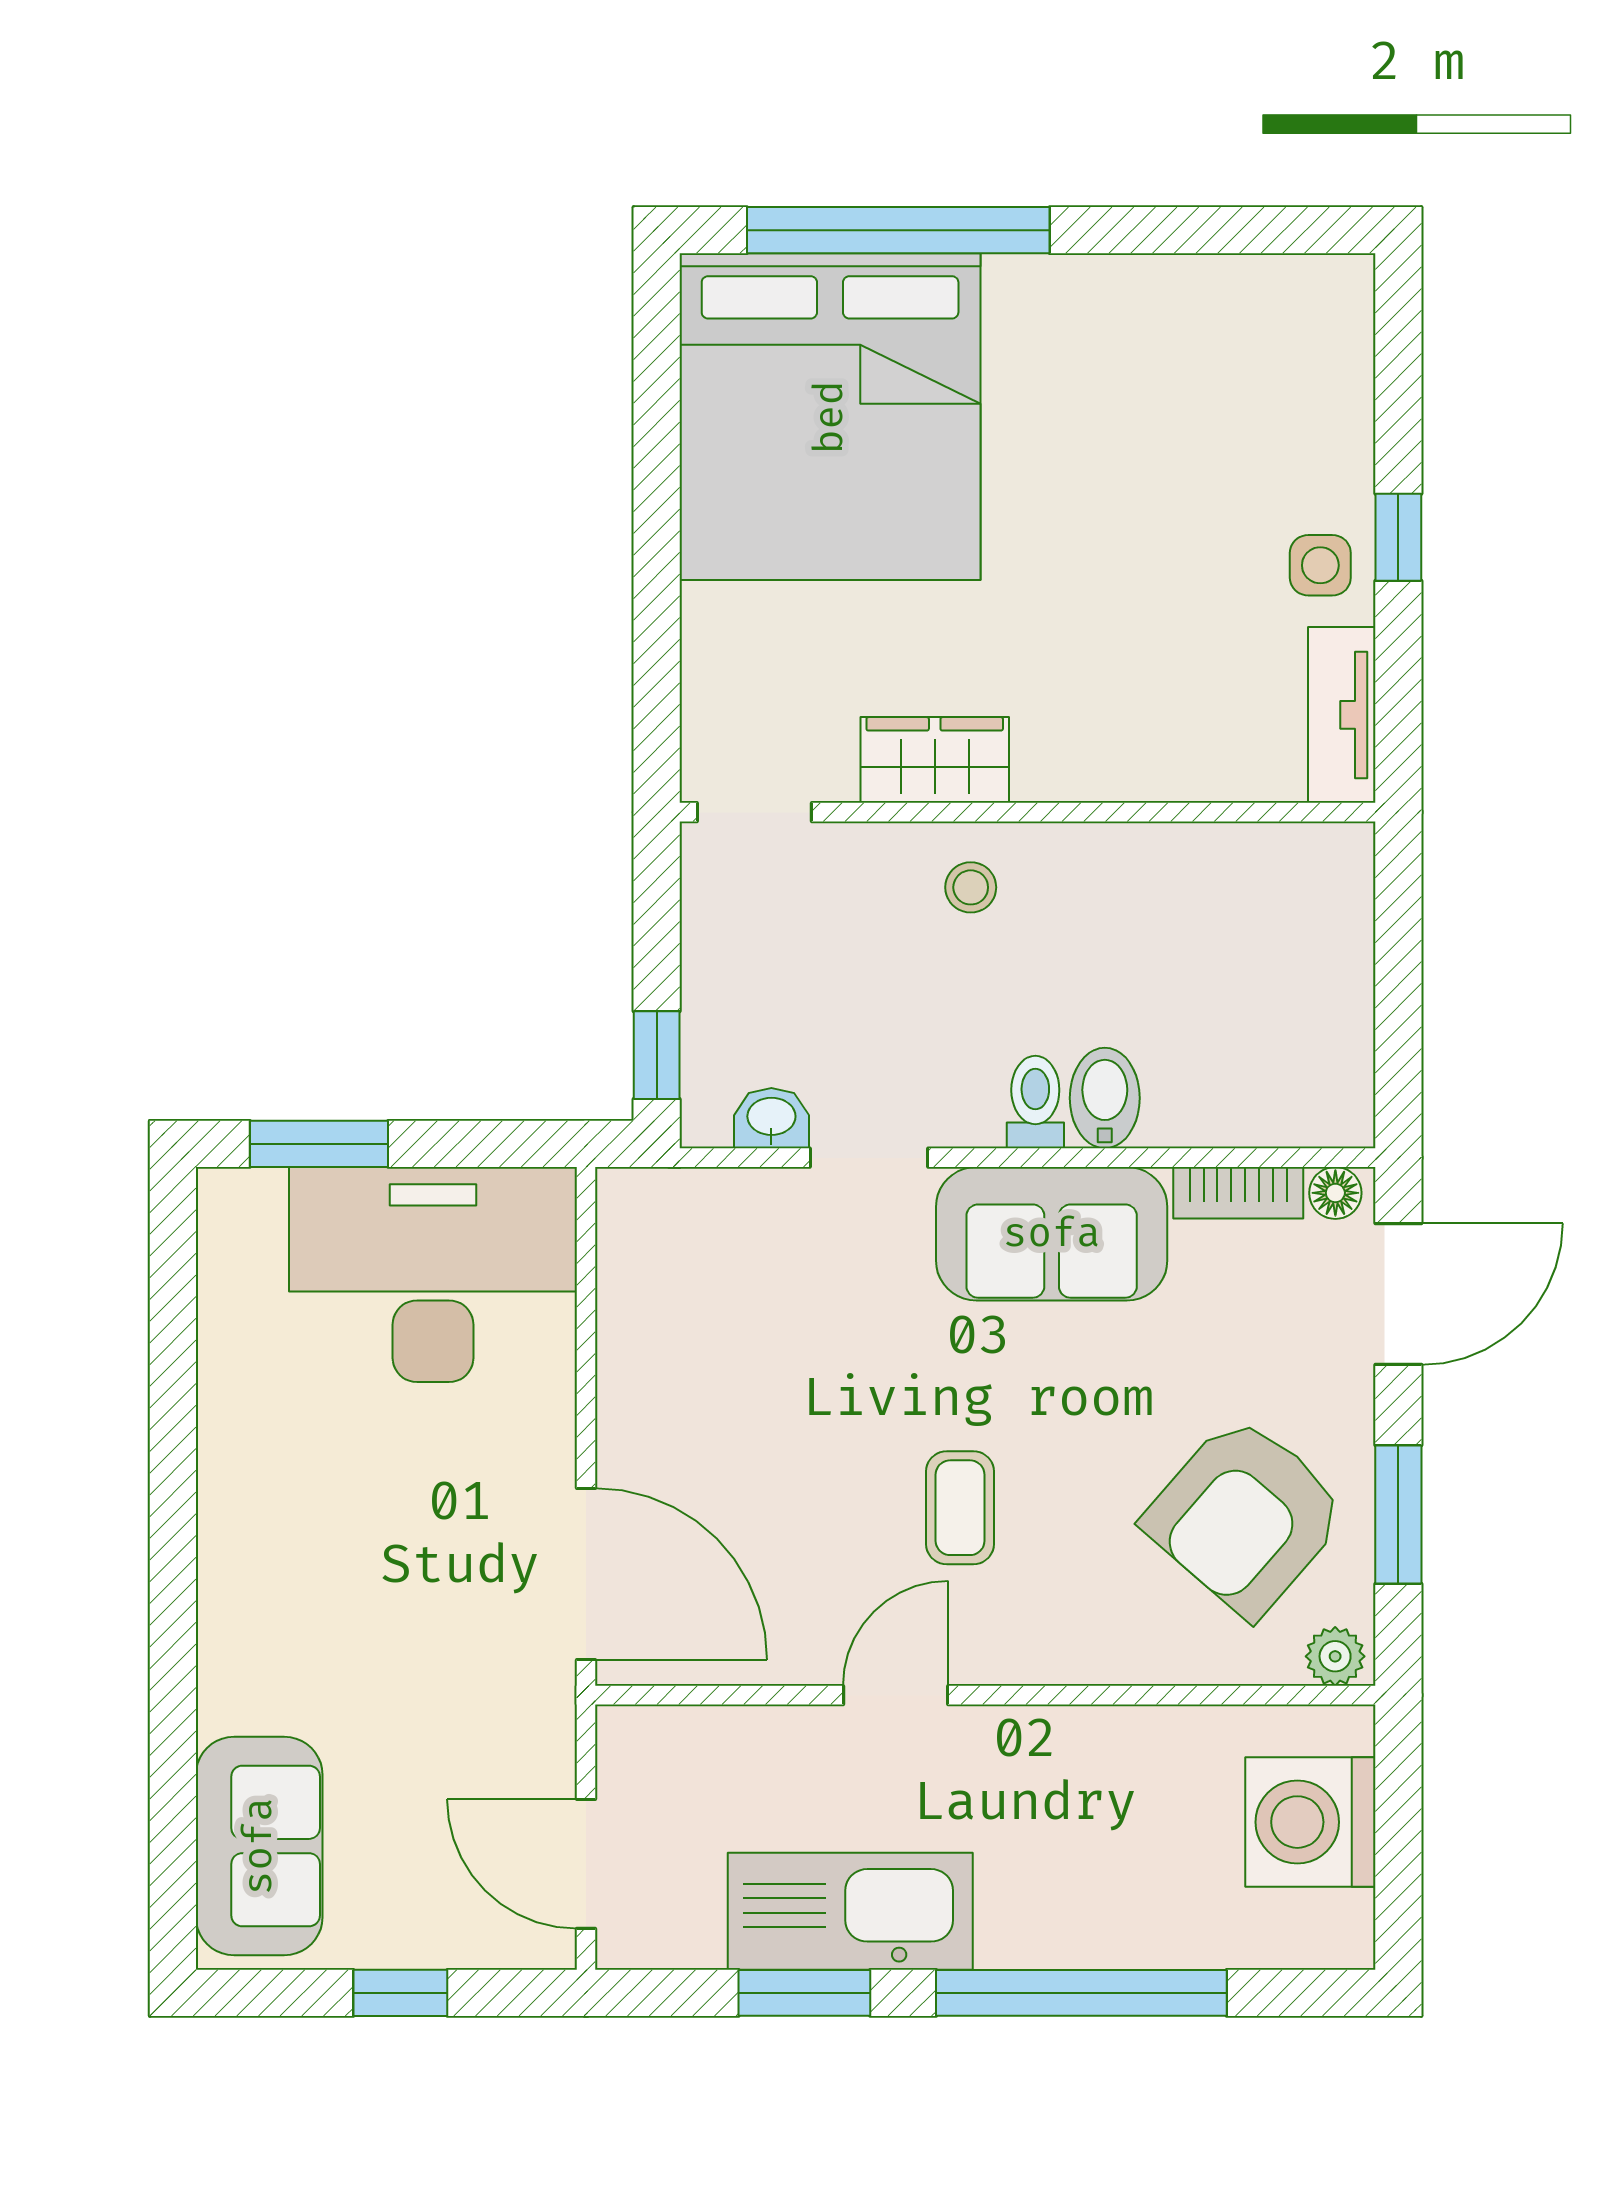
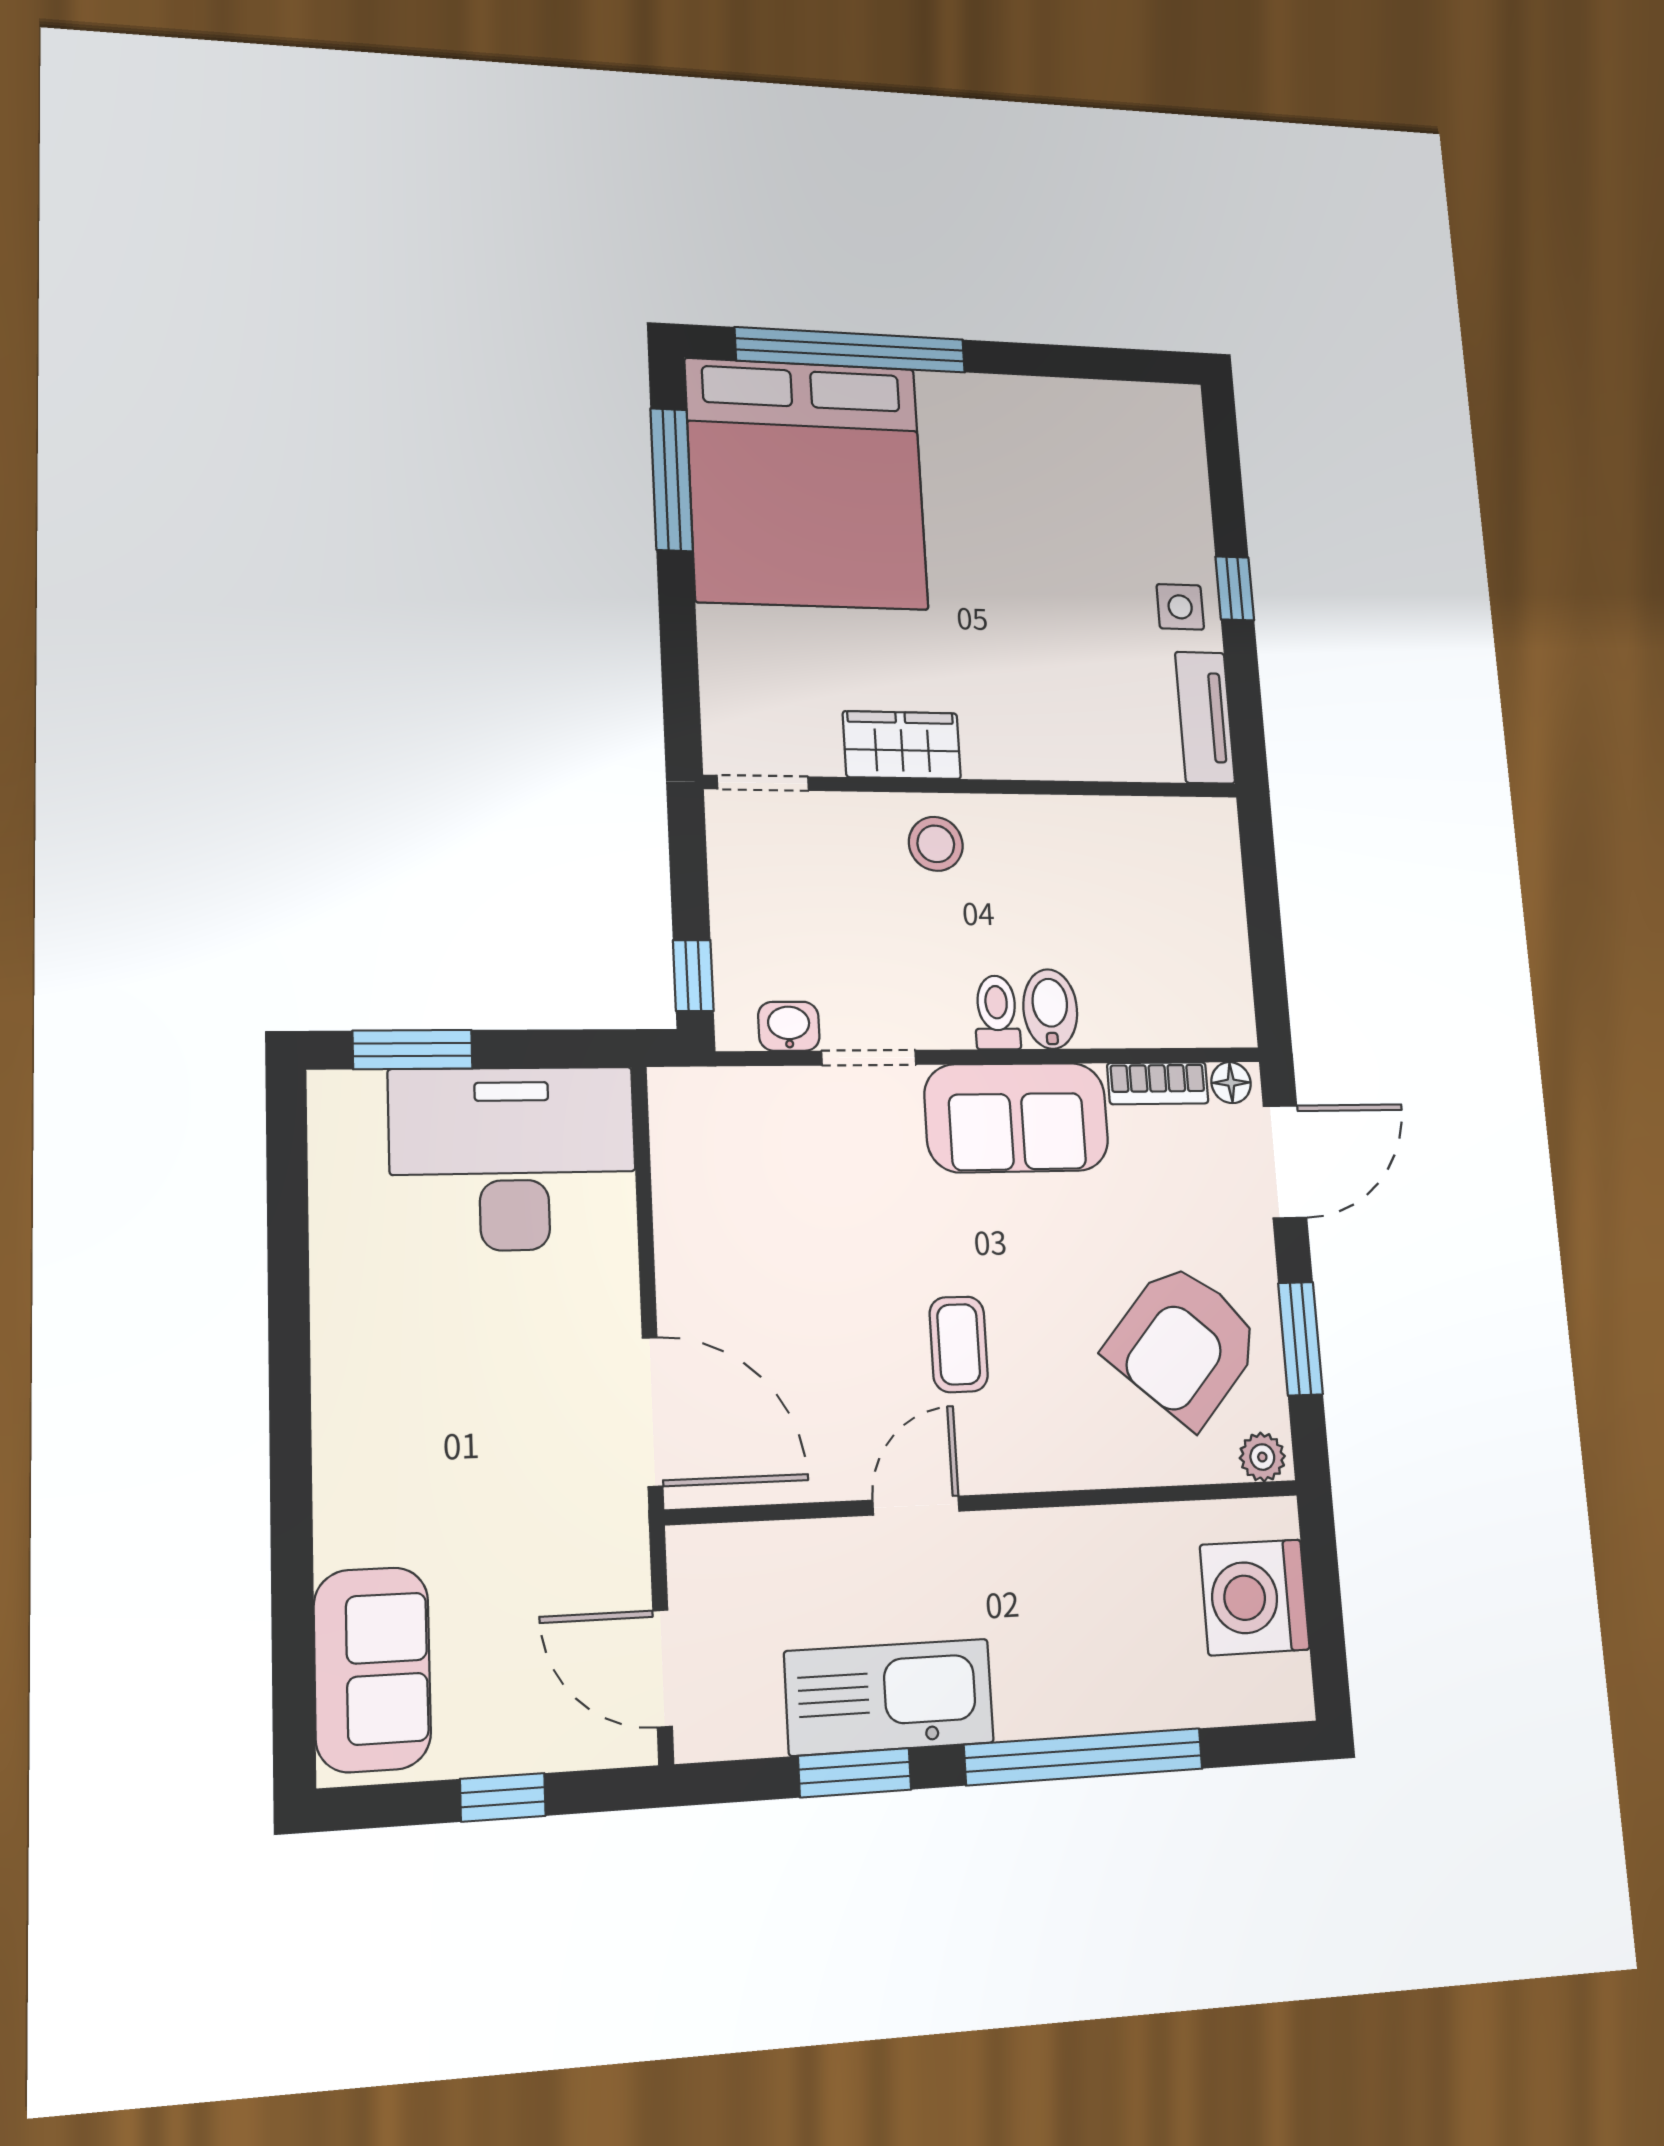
window: (657, 419) -> (672, 480), added
stool: (971, 887) -> (936, 844), width x1.37, depth x1.37

